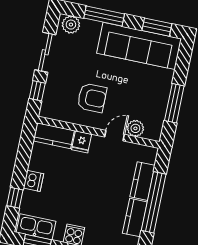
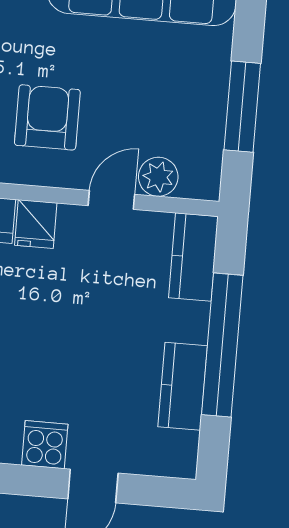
armchair: (92, 98) -> (47, 117), turned -90
kitchen counter: (142, 181) -> (193, 257), moved

